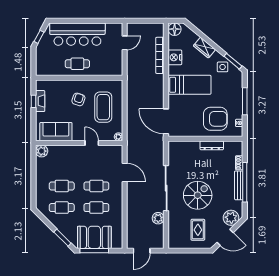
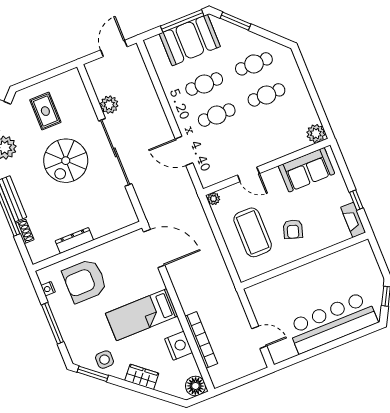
door: (125, 43) -> (259, 337), swing flipped
cafe table: (77, 64) -> (315, 280), removed
fireplace: (40, 101) -> (353, 220), moved

